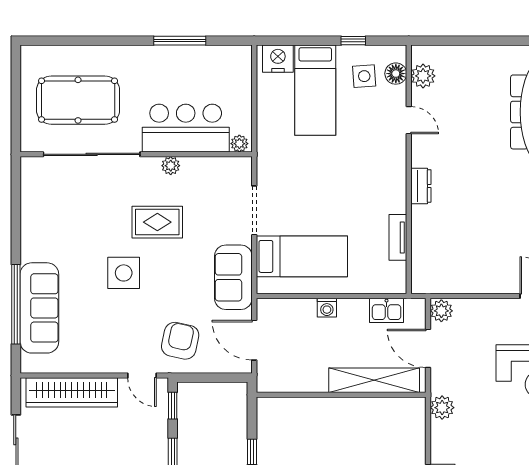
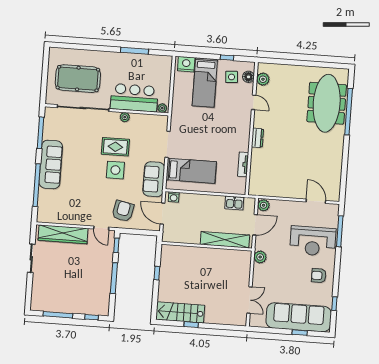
window: (16, 206) -> (40, 133), added
side table: (124, 273) -> (115, 170), moved
sofa: (39, 308) -> (51, 164), moved
washing machine: (327, 308) -> (174, 197), moved
door: (428, 348) -> (255, 225), swing flipped

